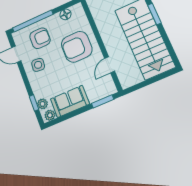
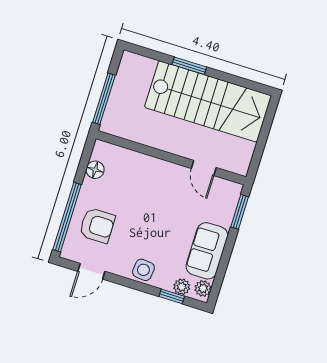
armchair: (40, 38) -> (97, 225), turned 90
armchair: (77, 47) -> (148, 189), removed
side table: (38, 65) -> (143, 270), moved

